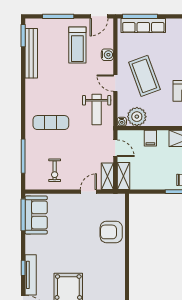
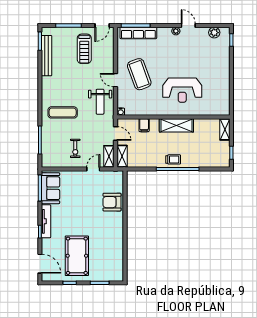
water cooler: (107, 55) -> (109, 57), removed
plant: (137, 117) -> (133, 108), removed
exercise bike: (55, 170) -> (75, 148), moved
tv unit: (31, 275) -> (46, 221), moved

